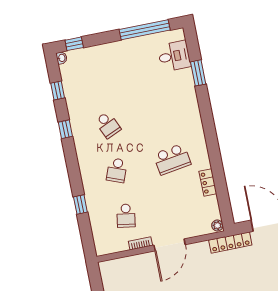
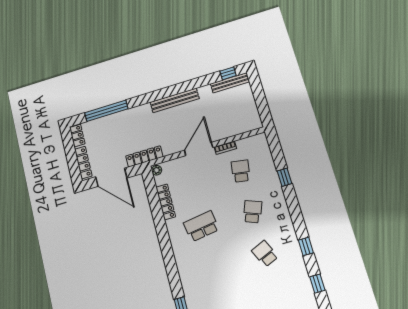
locker: (208, 182) -> (166, 202), width x1.53

